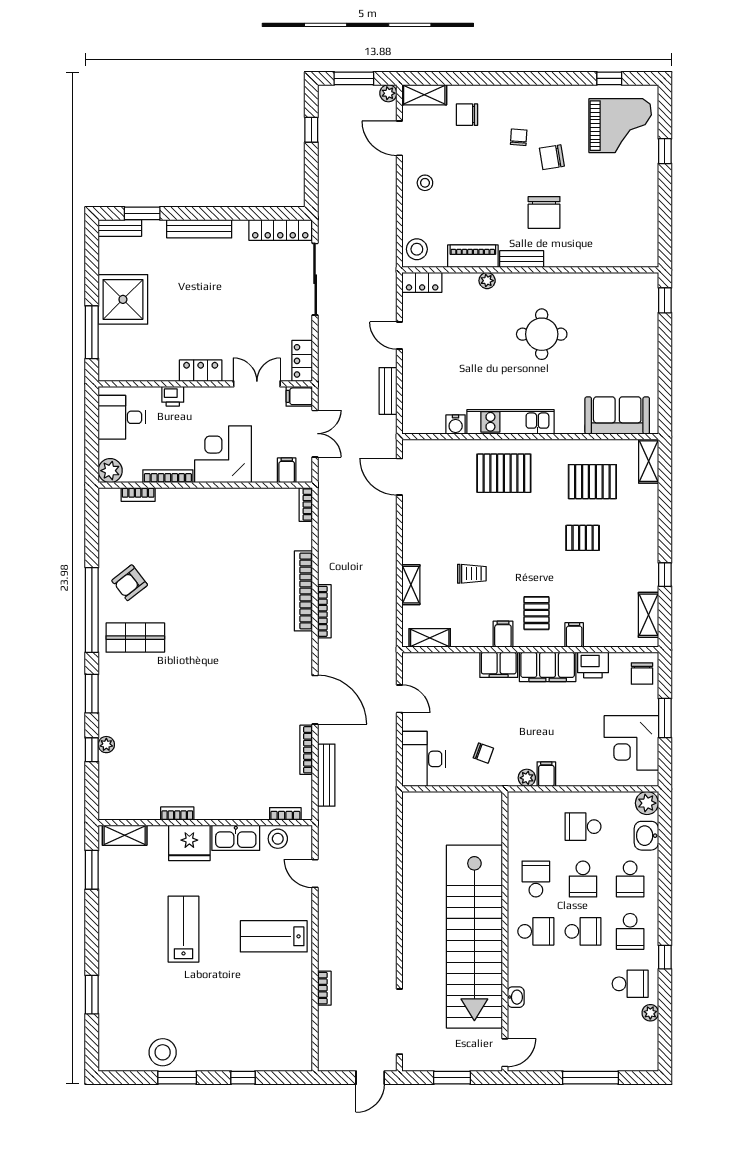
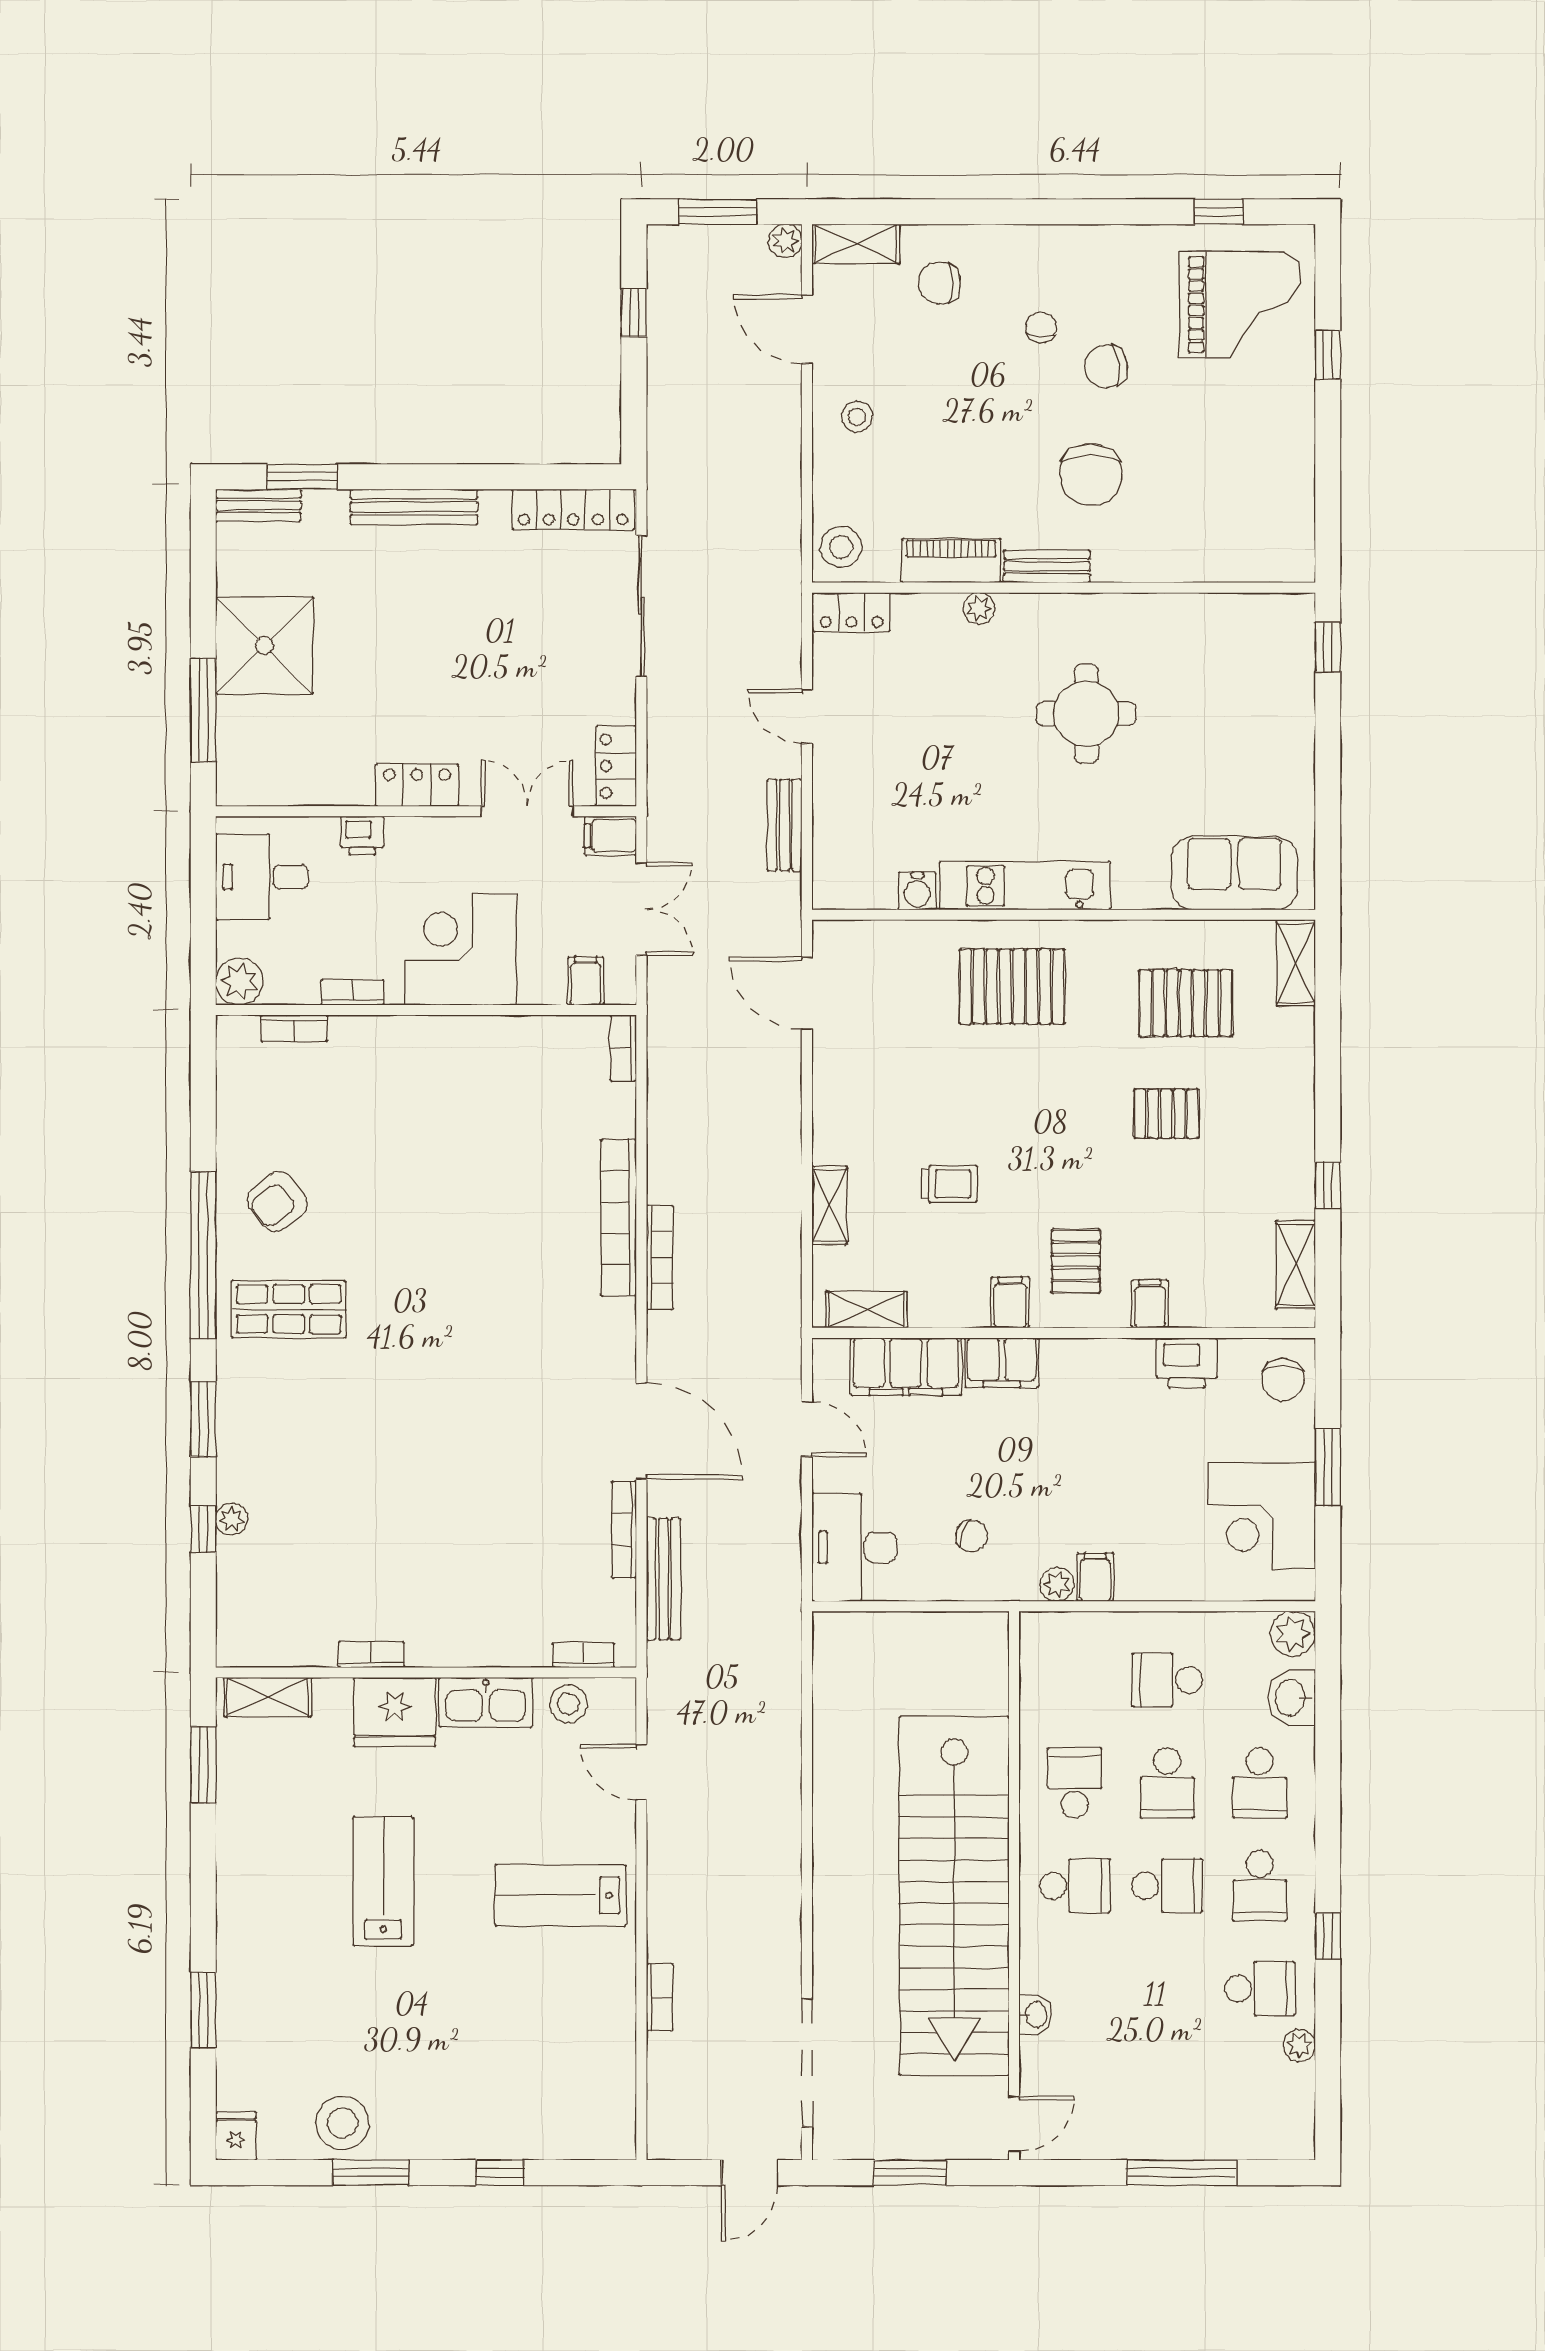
bookcase: (168, 476) -> (353, 992), width x0.64
filing cabinet: (548, 667) -> (906, 1367), moved
fridge: (108, 1059) -> (236, 2136), added

